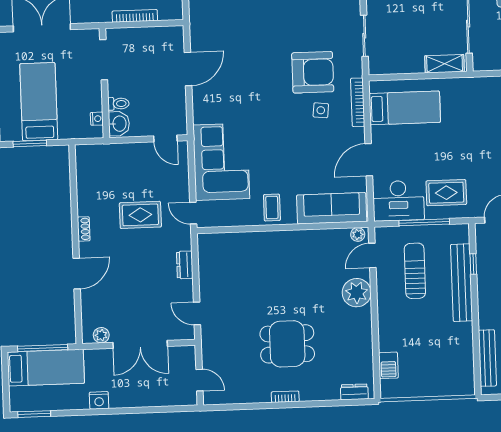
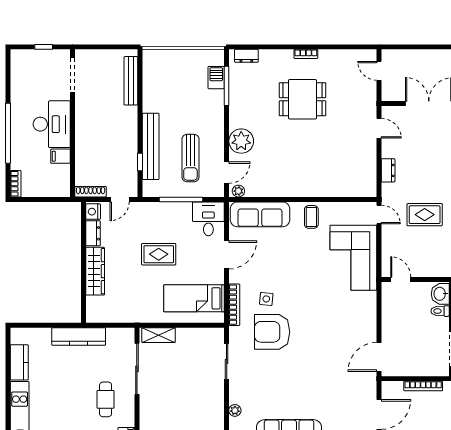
door: (188, 69) -> (379, 357), moved
rug: (446, 193) -> (159, 254), moved
desk: (398, 201) -> (208, 219), width x0.73
window: (376, 356) -> (227, 86), added

